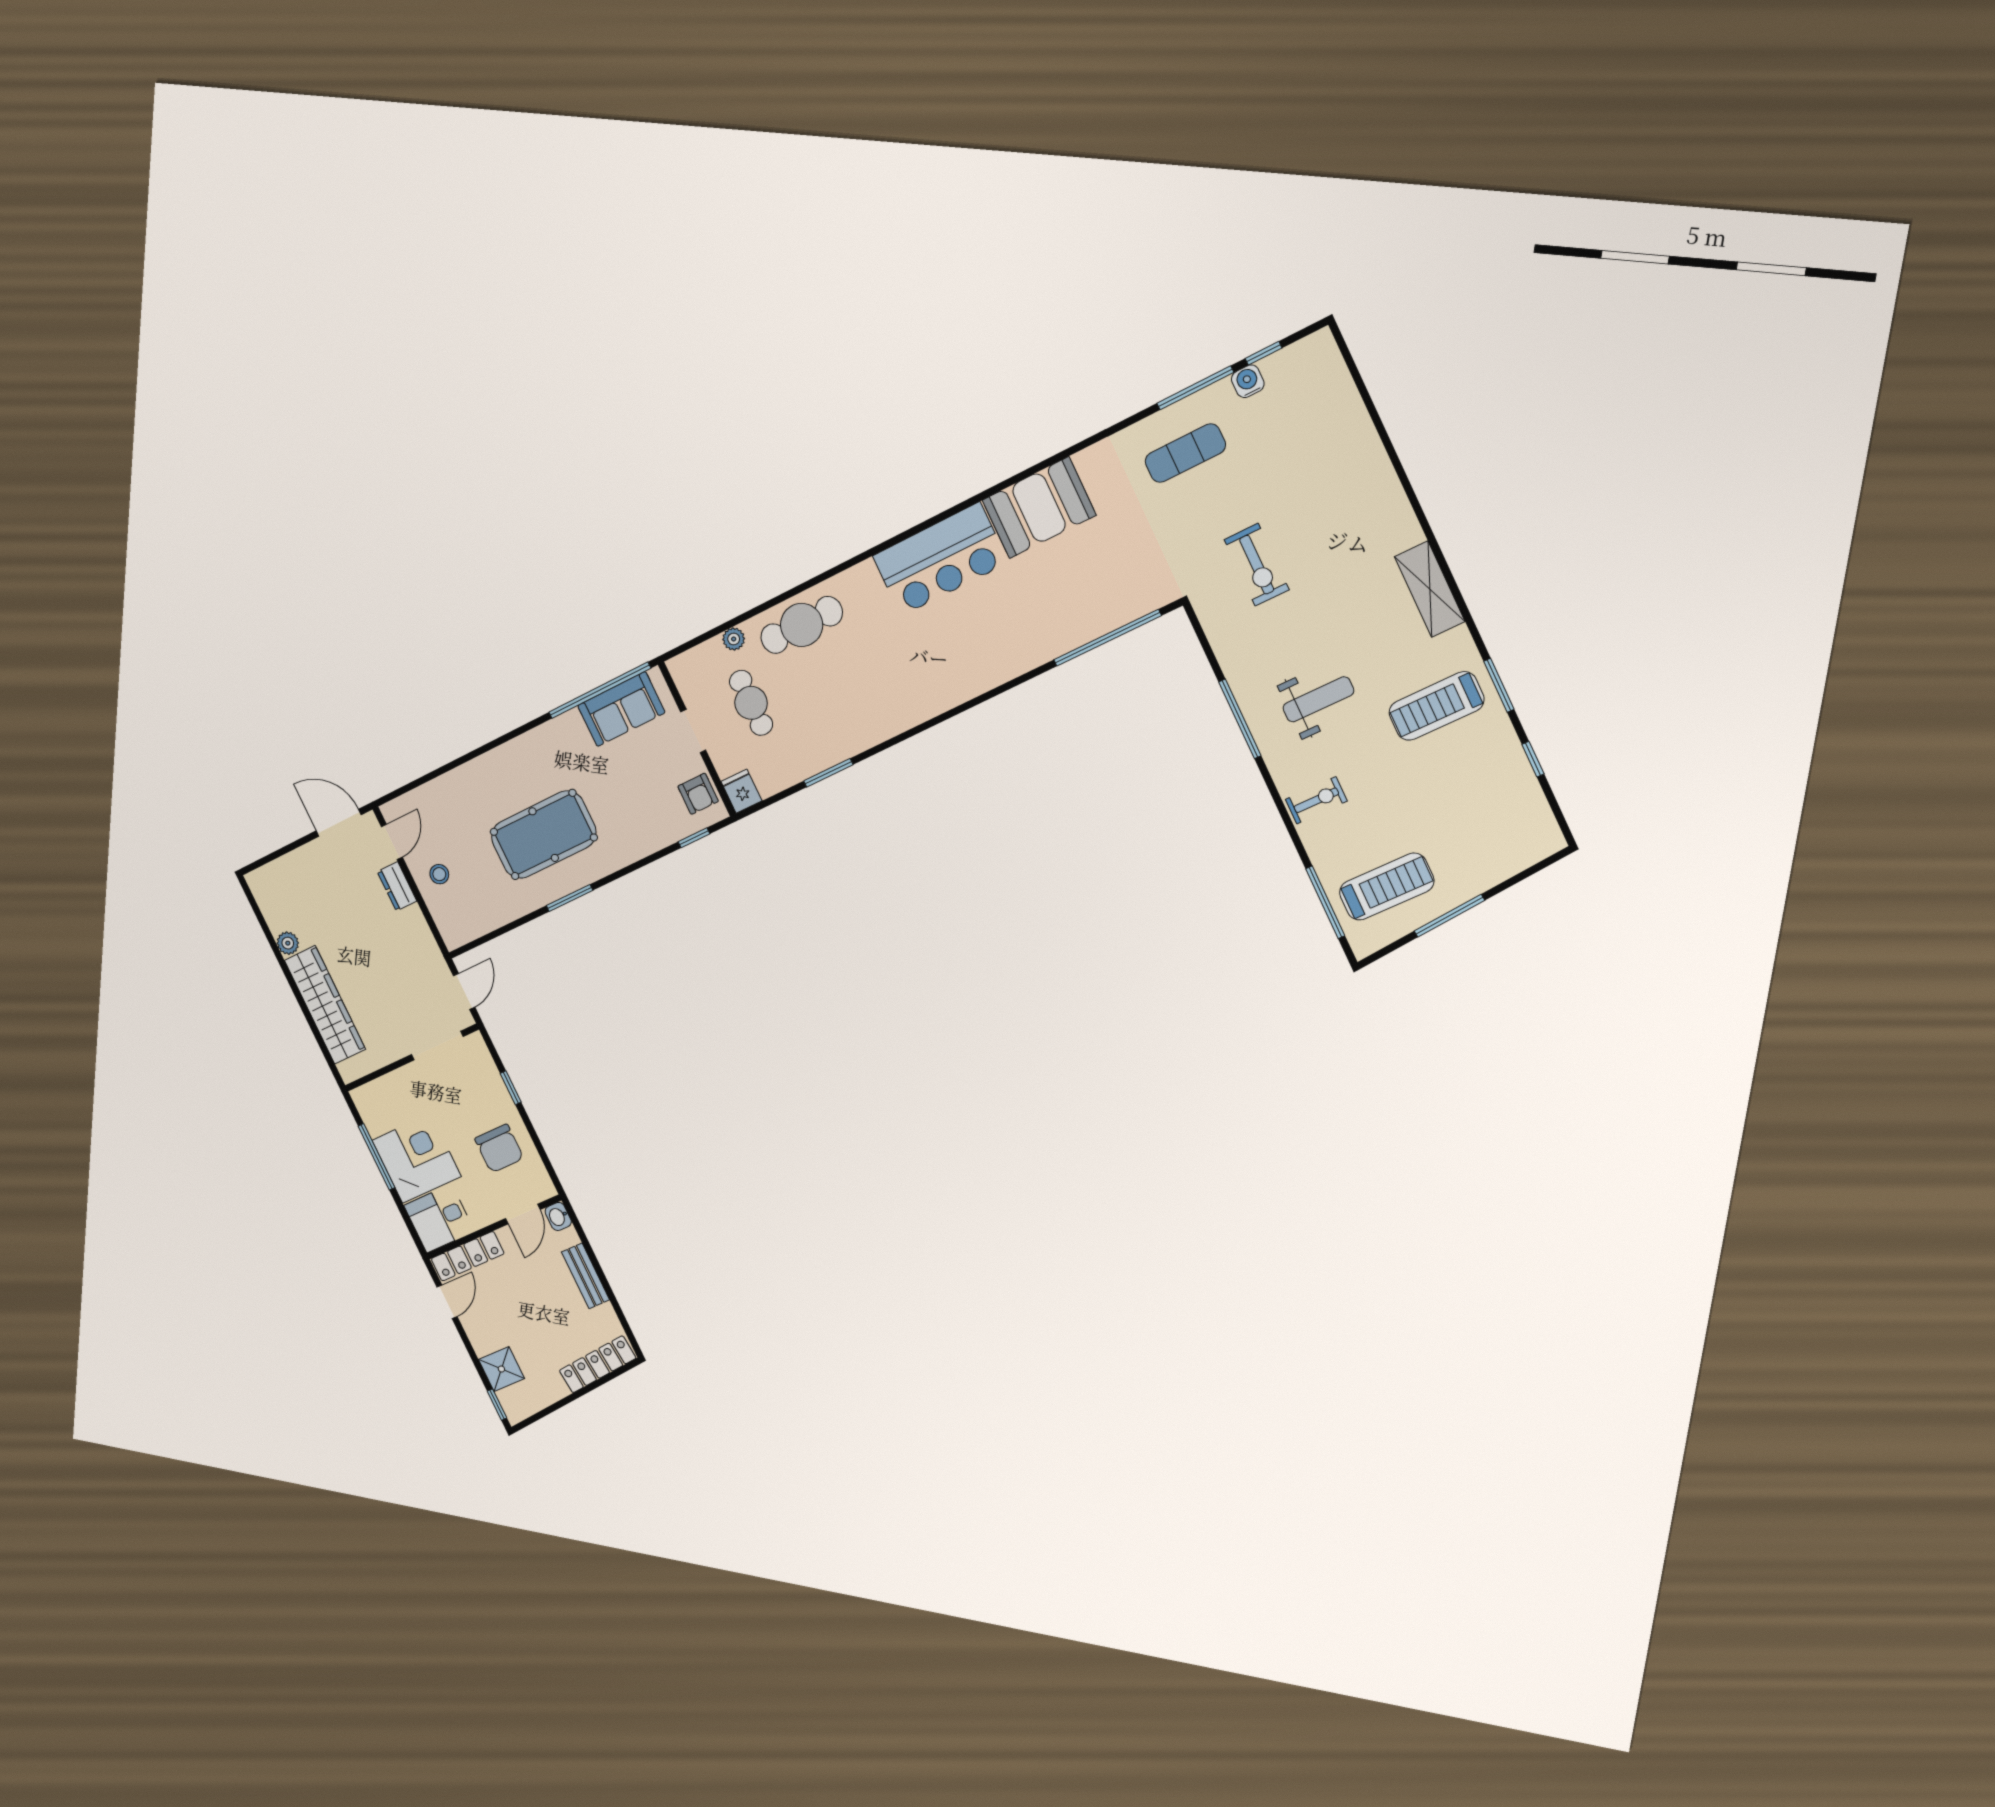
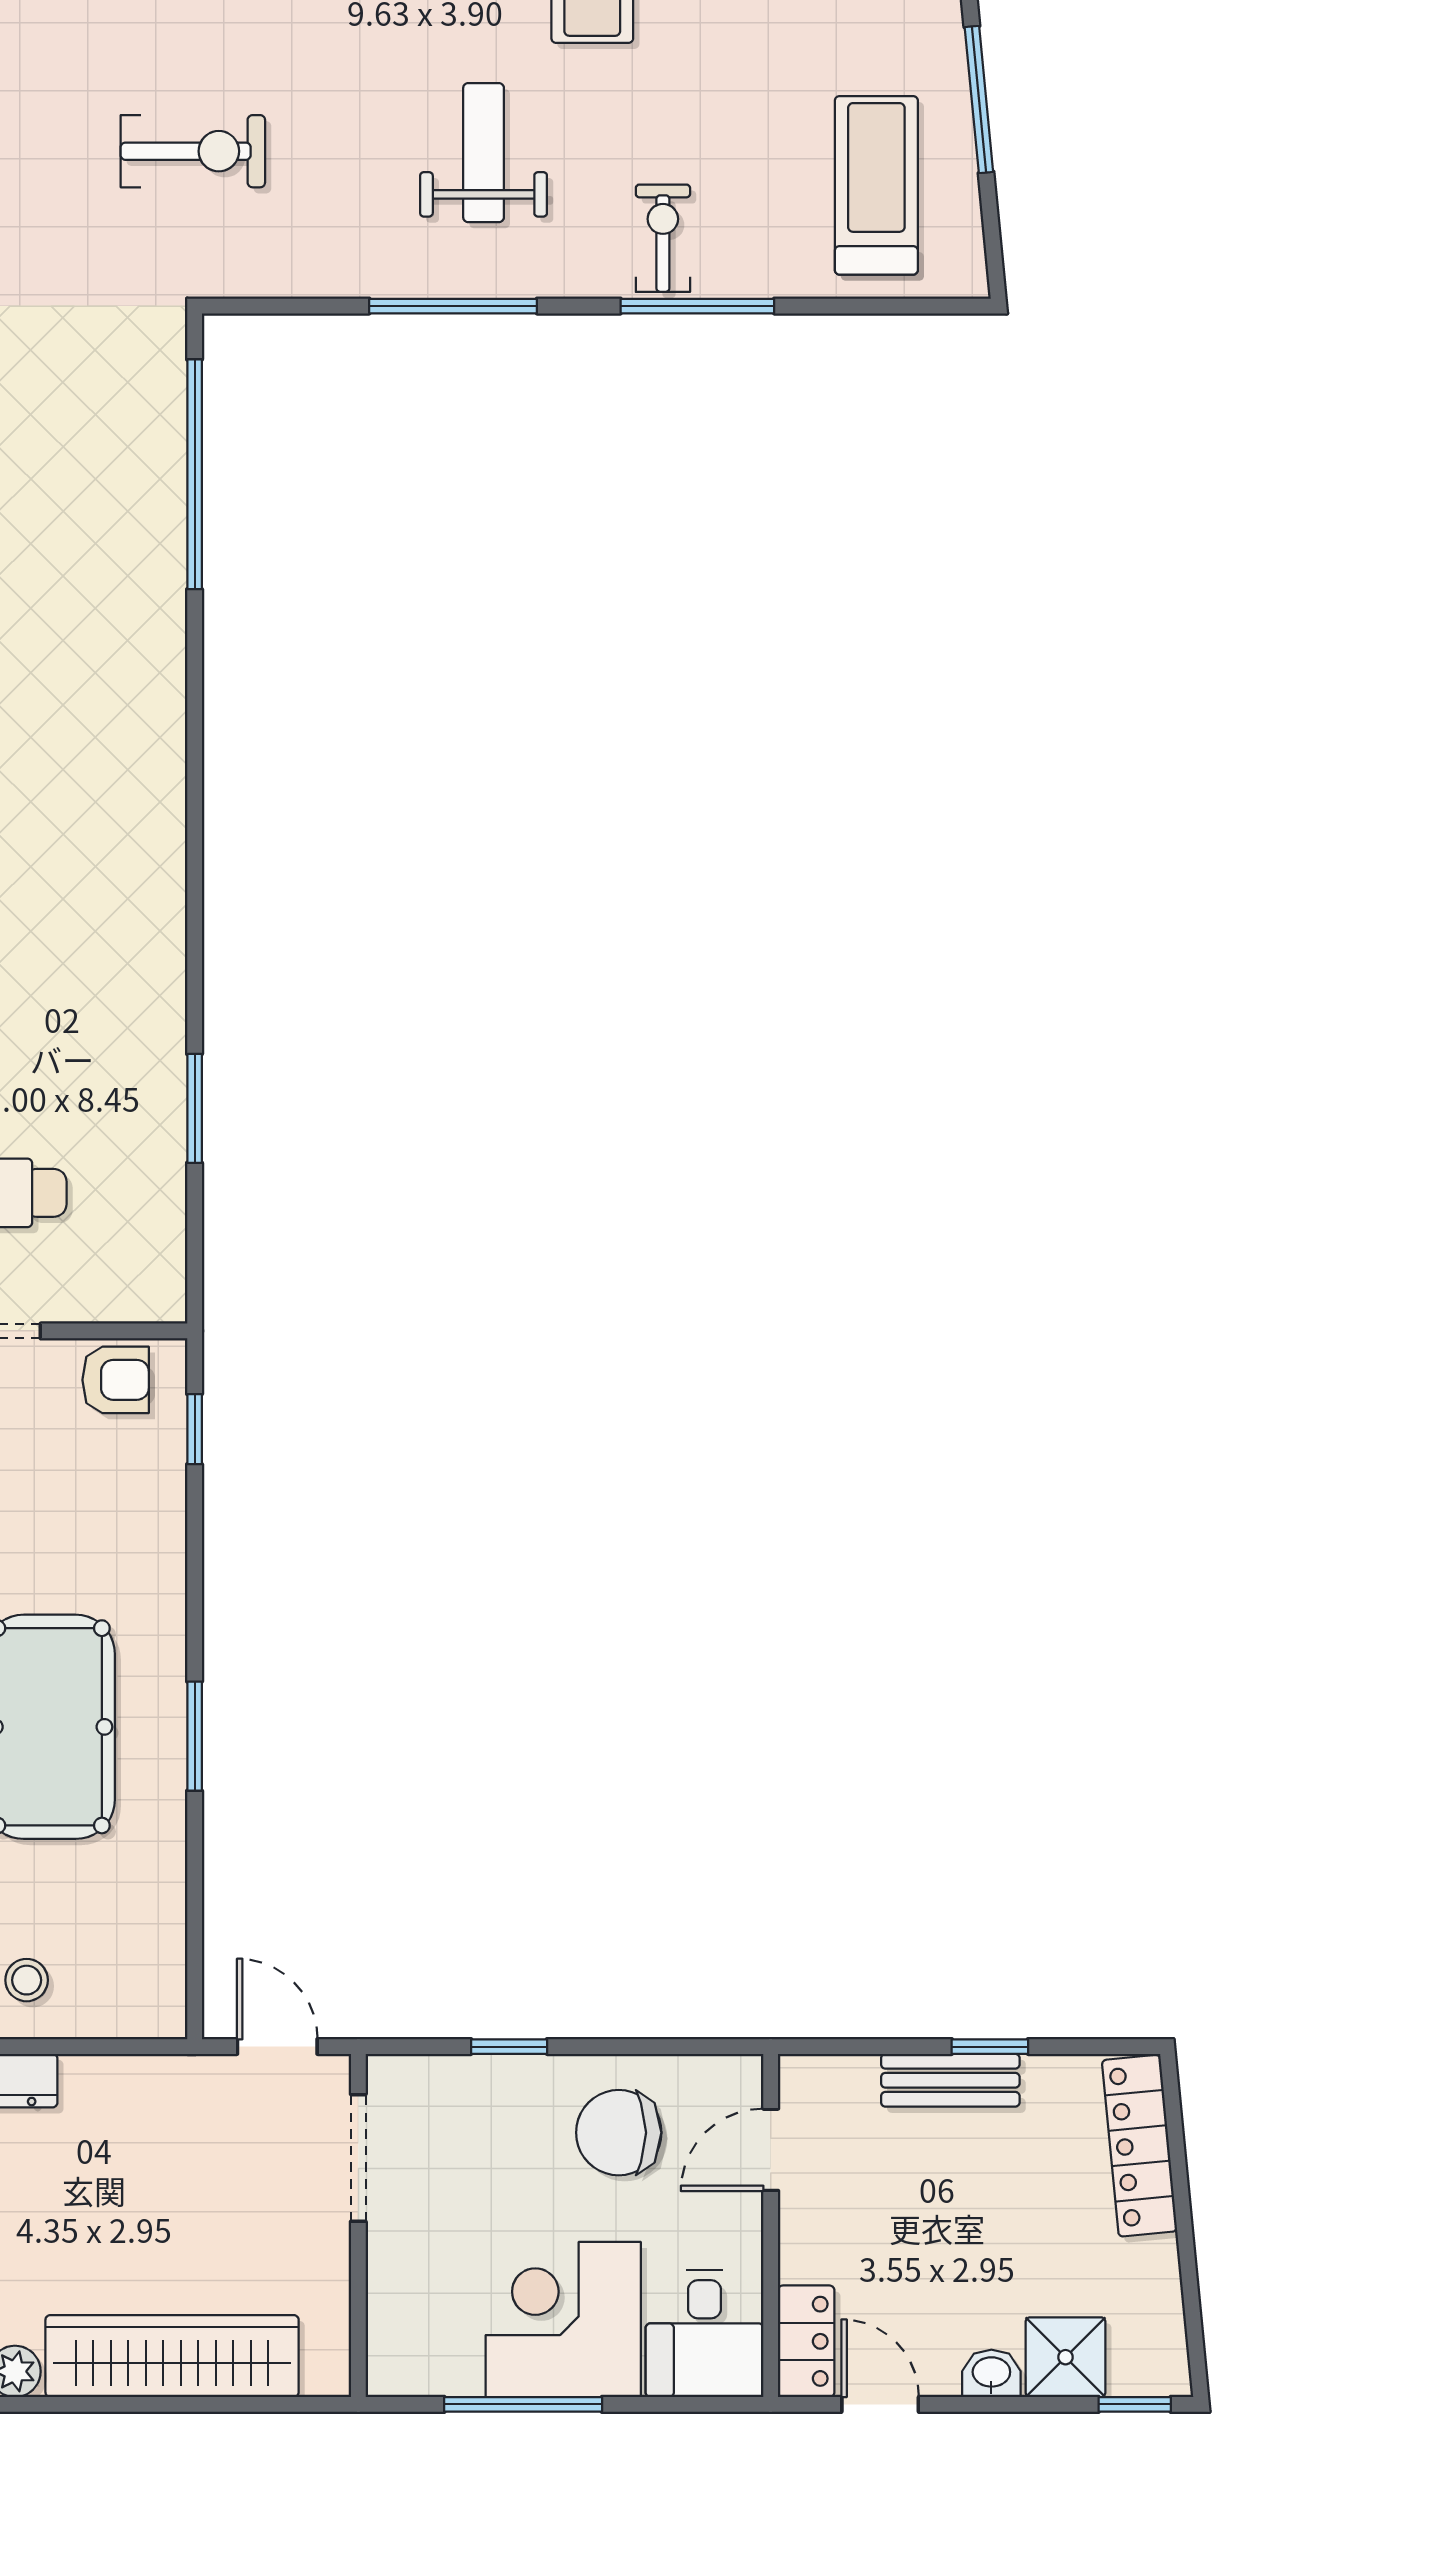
fridge: (741, 791) -> (150, 1293), removed
window: (1325, 902) -> (697, 306), moved
chair: (499, 1148) -> (619, 2133), turned 180
door: (523, 1214) -> (771, 2150), swing flipped
washbasin: (558, 1216) -> (991, 2373), moved, turned 180
locker: (468, 1256) -> (806, 2341), width x0.66
window: (607, 1286) -> (990, 2047), added

